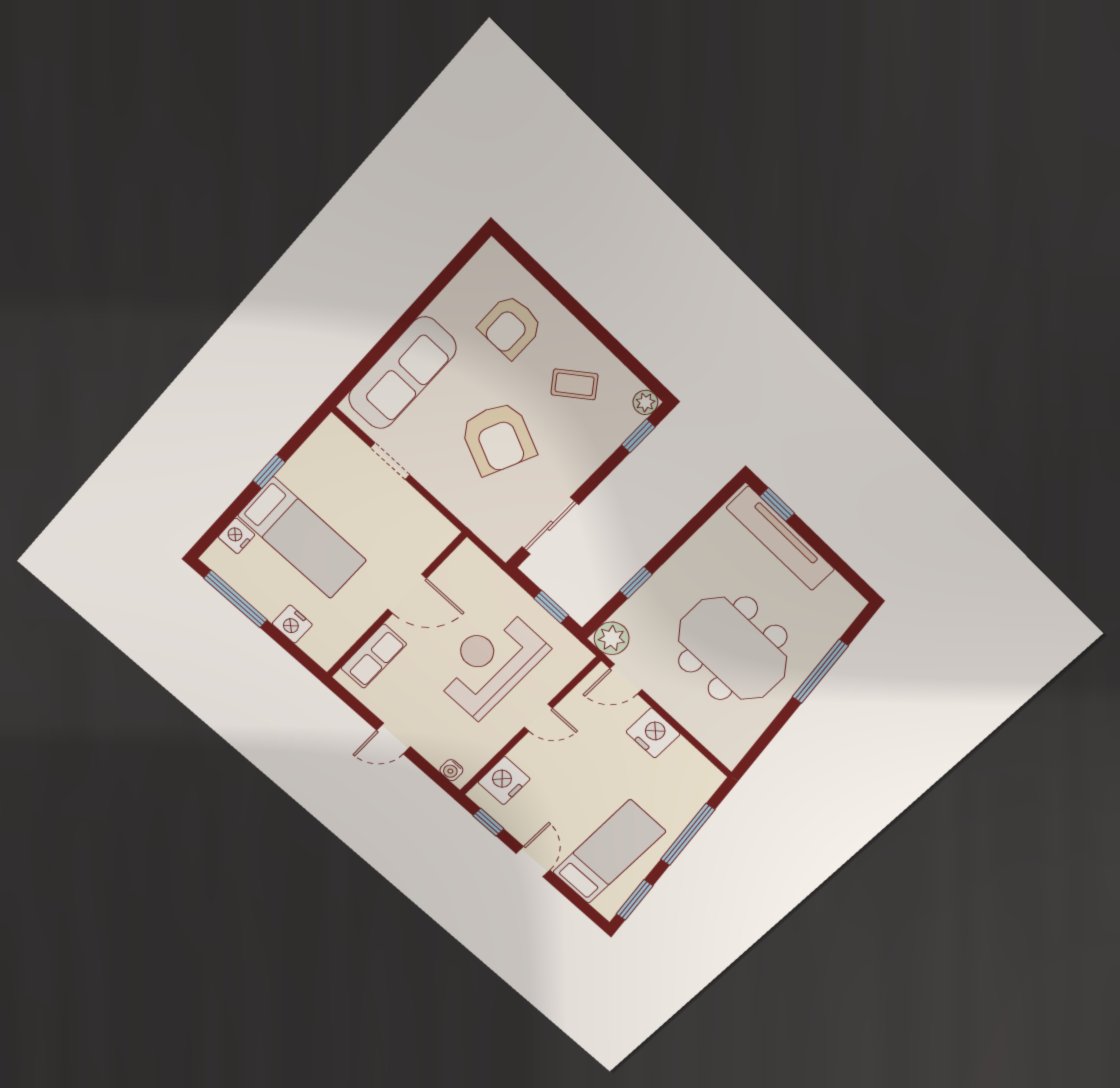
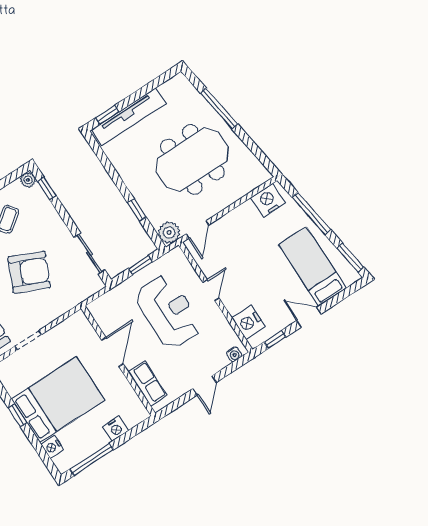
bed: (302, 538) -> (58, 400), width x1.50
reception desk: (490, 663) -> (168, 312), turned 180
nightstand: (653, 733) -> (268, 200), moved

